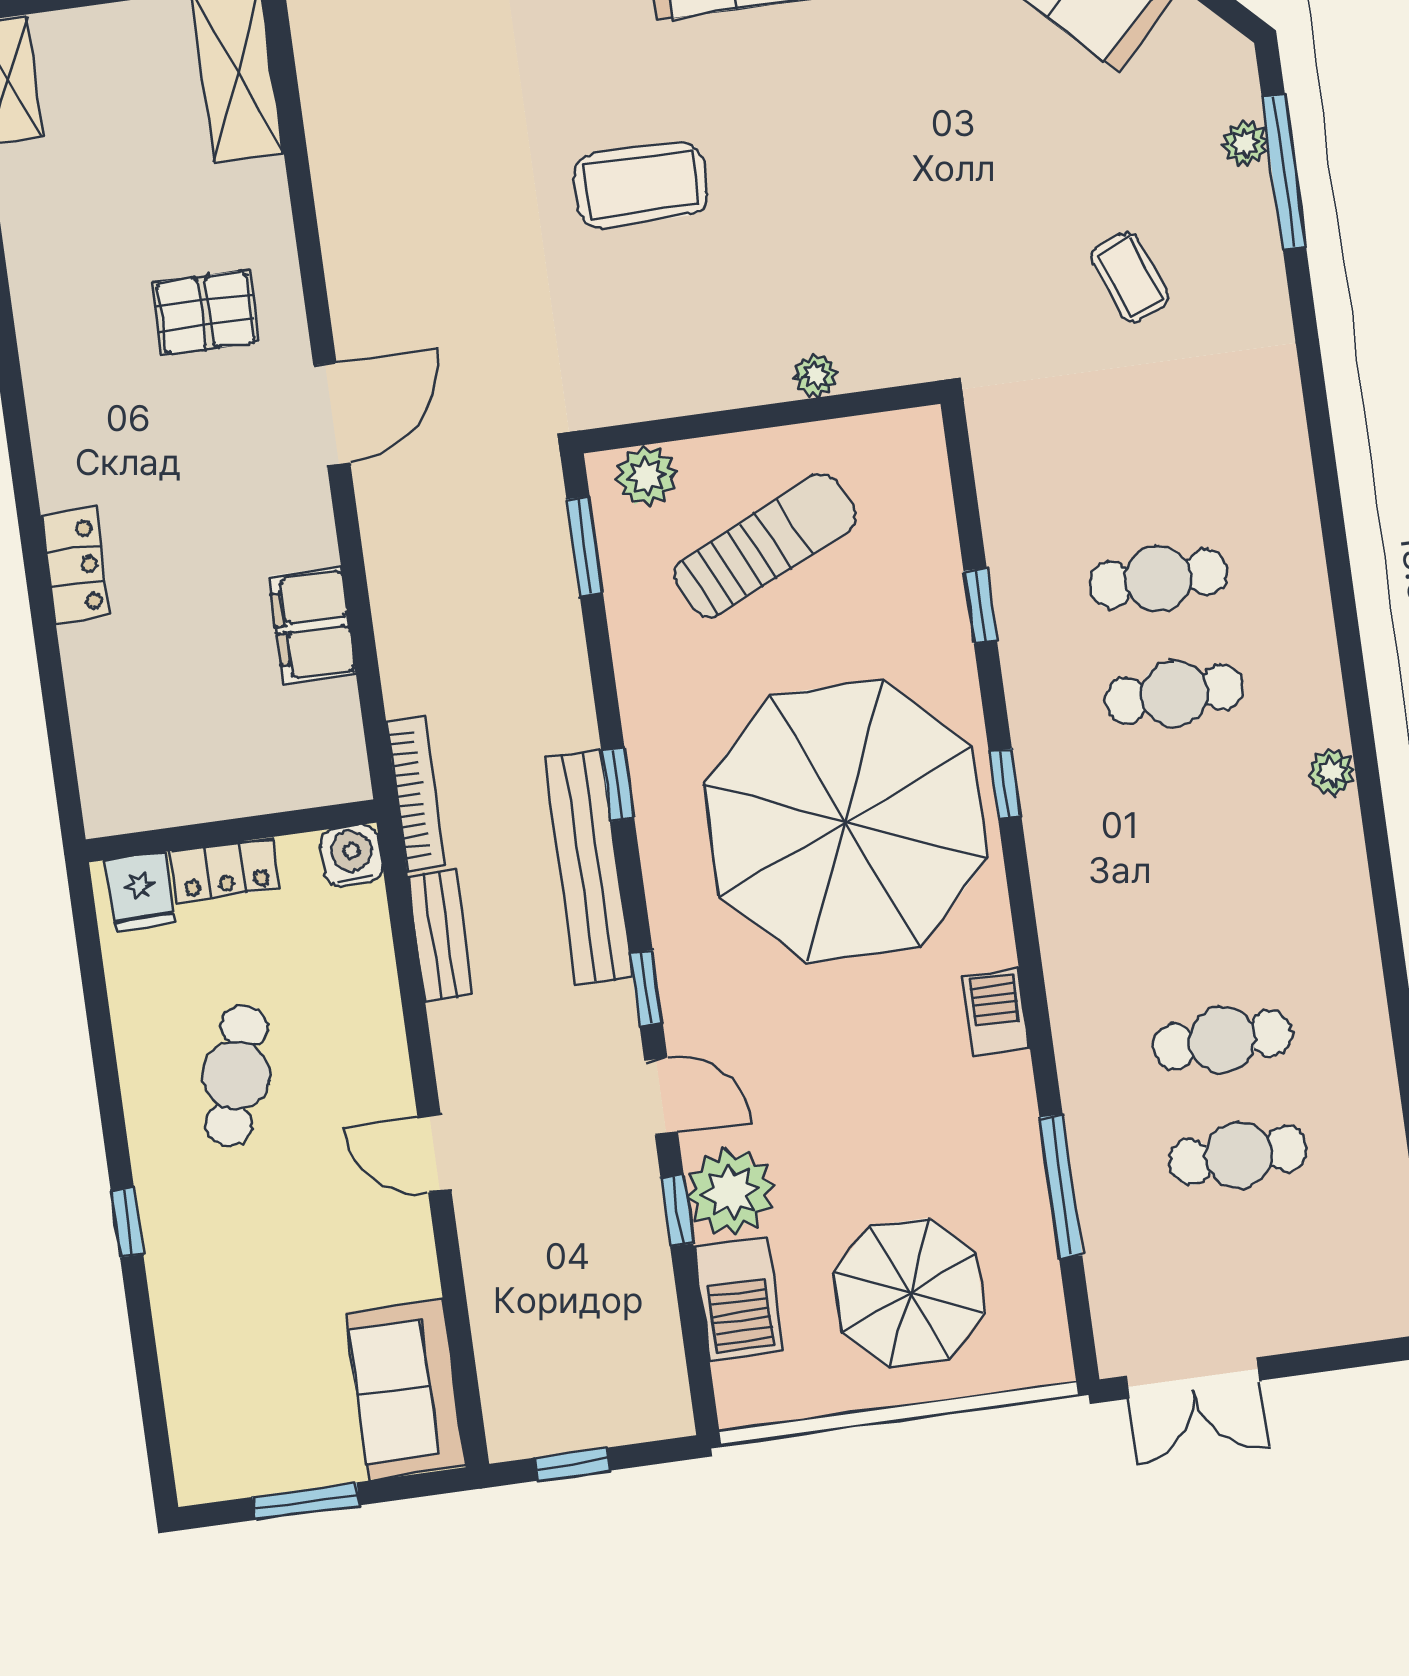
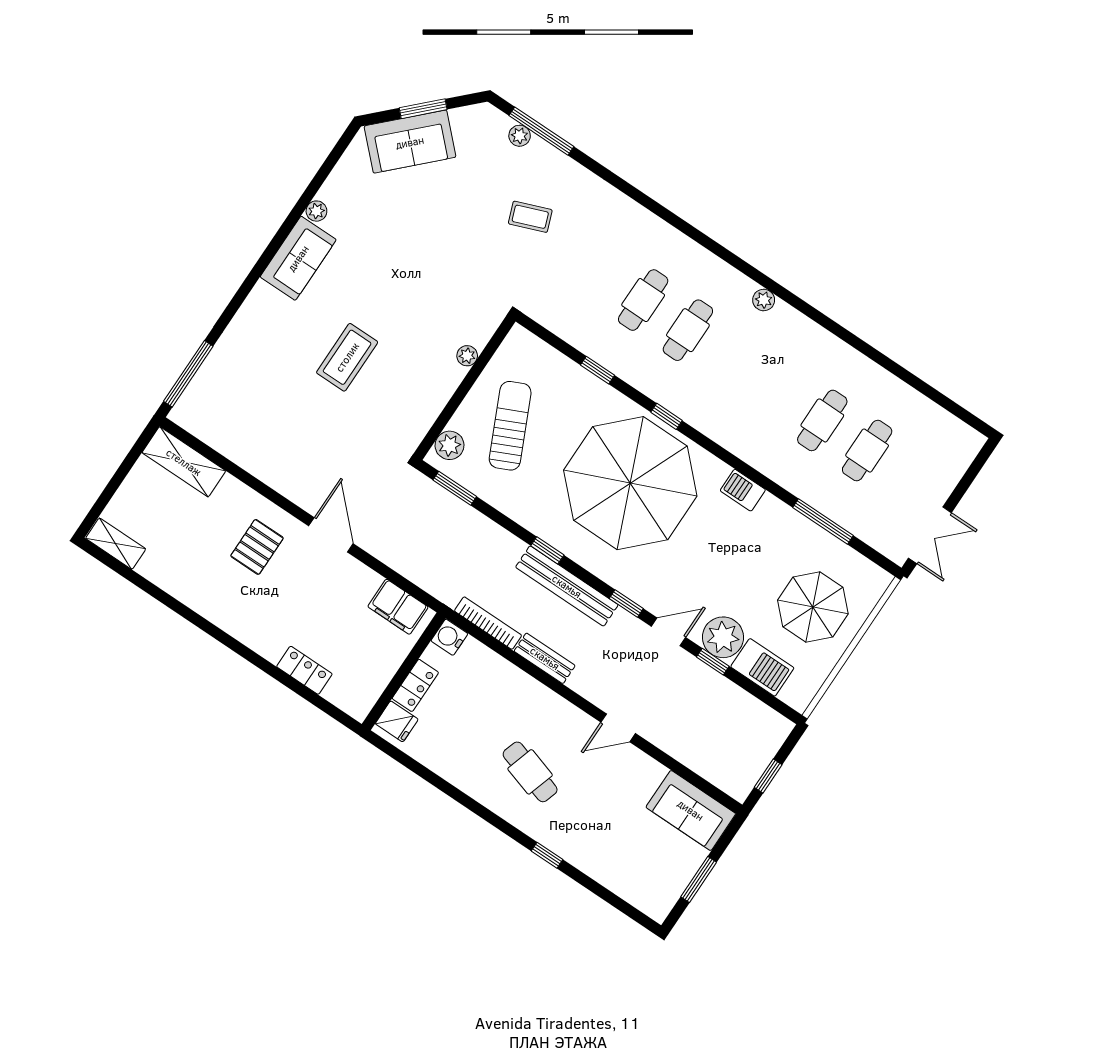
wall: (231, 831) -> (404, 671), moved
water cooler: (352, 855) -> (449, 637), moved
locker: (225, 870) -> (415, 685), moved
fridge: (140, 892) -> (397, 721), moved

